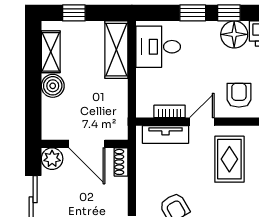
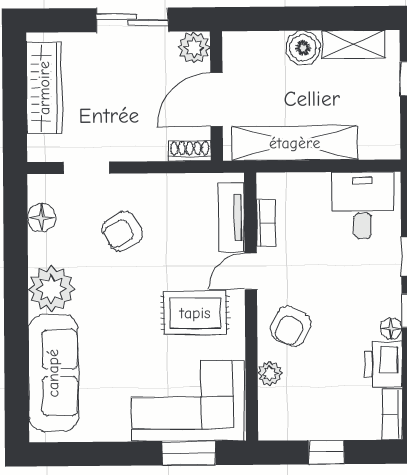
floor lamp: (234, 34) -> (391, 328), width x0.53, depth x0.53
shelving: (116, 50) -> (295, 143), moved, width x1.47
armchair: (239, 95) -> (291, 326), turned 117
door: (202, 122) -> (251, 271), swing flipped

